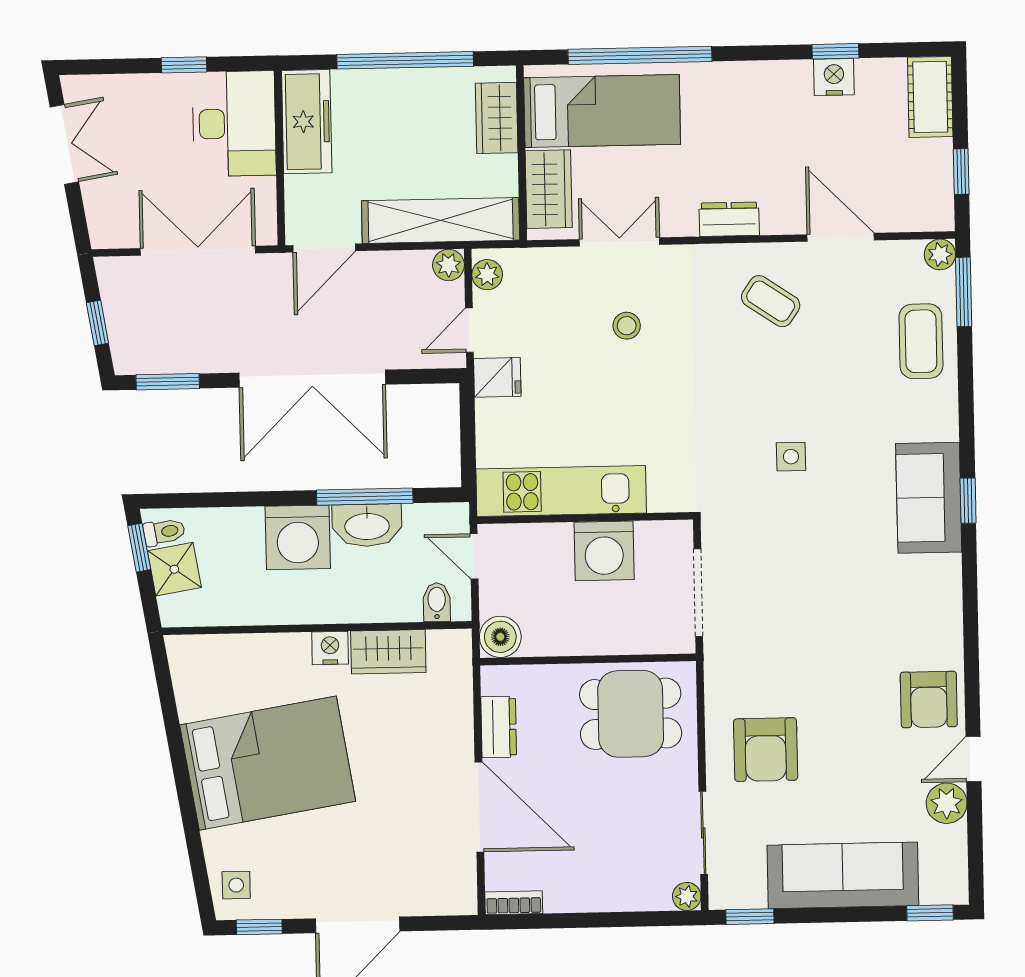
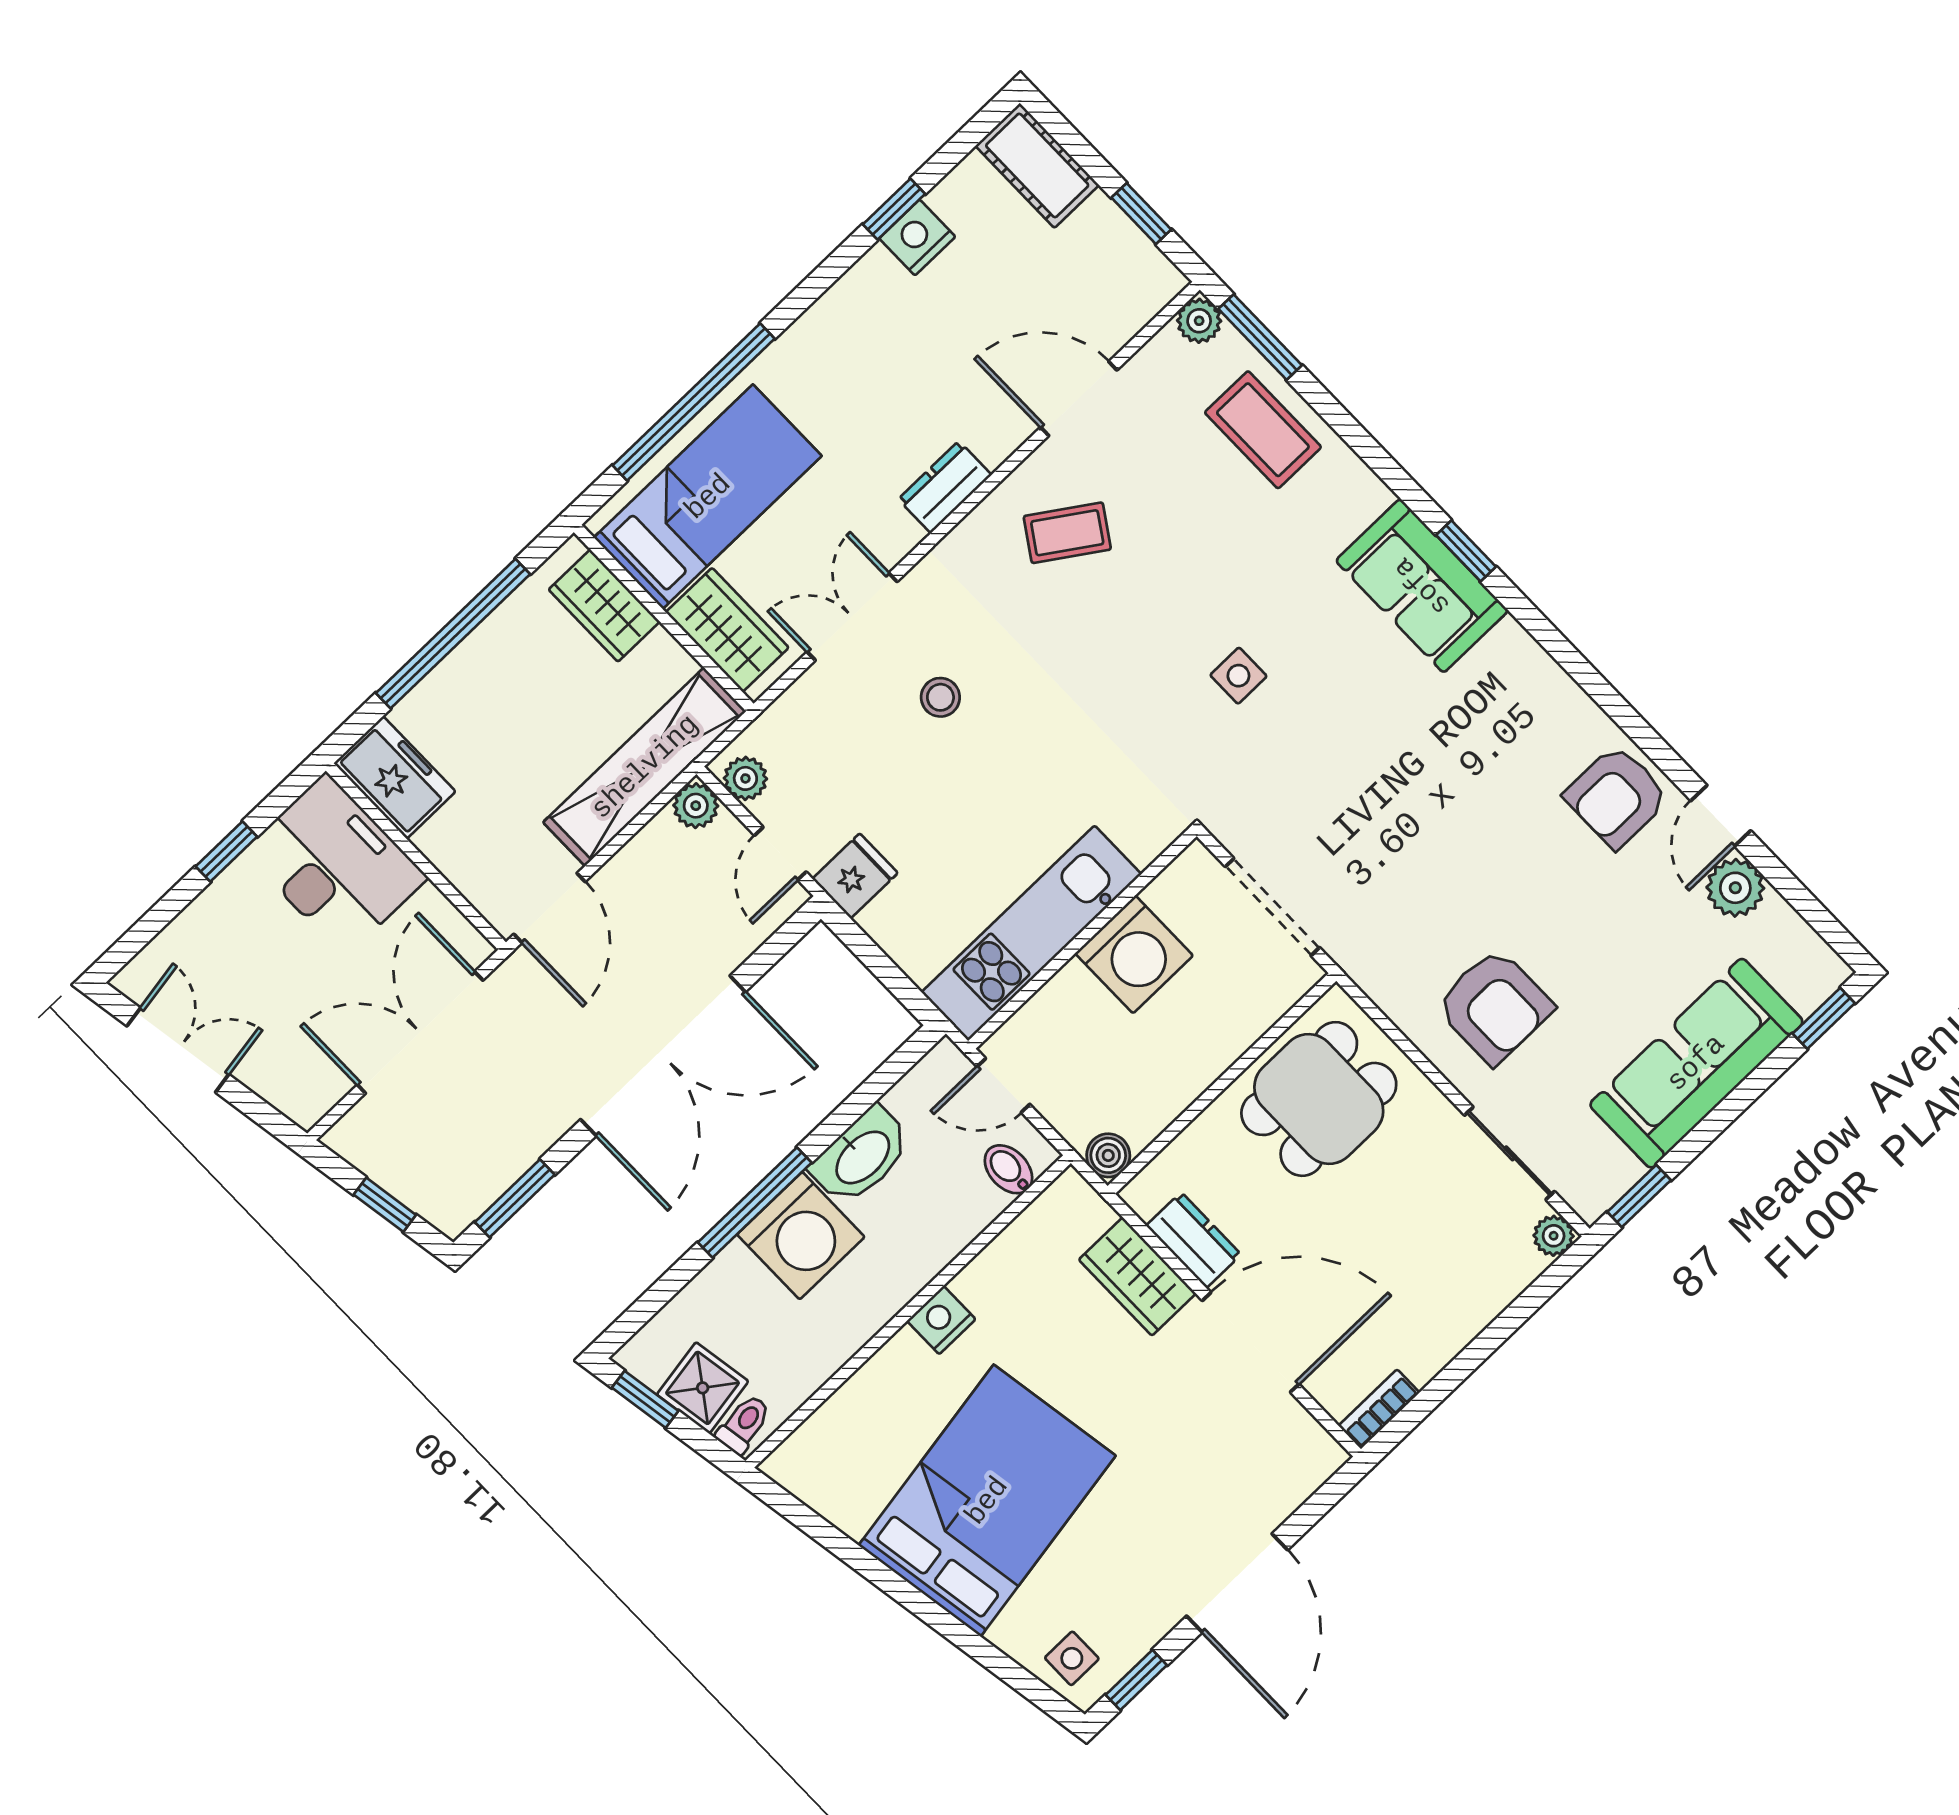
freezer: (307, 122) -> (395, 777), width x0.71
window: (365, 497) -> (755, 1202), moved
toilet: (164, 532) -> (744, 1424), moved
boiler: (500, 637) -> (1108, 1155), width x0.73, depth x0.73
wardrobe: (388, 652) -> (1137, 1276), moved, turned 90
armchair: (929, 699) -> (1617, 797), turned 90

